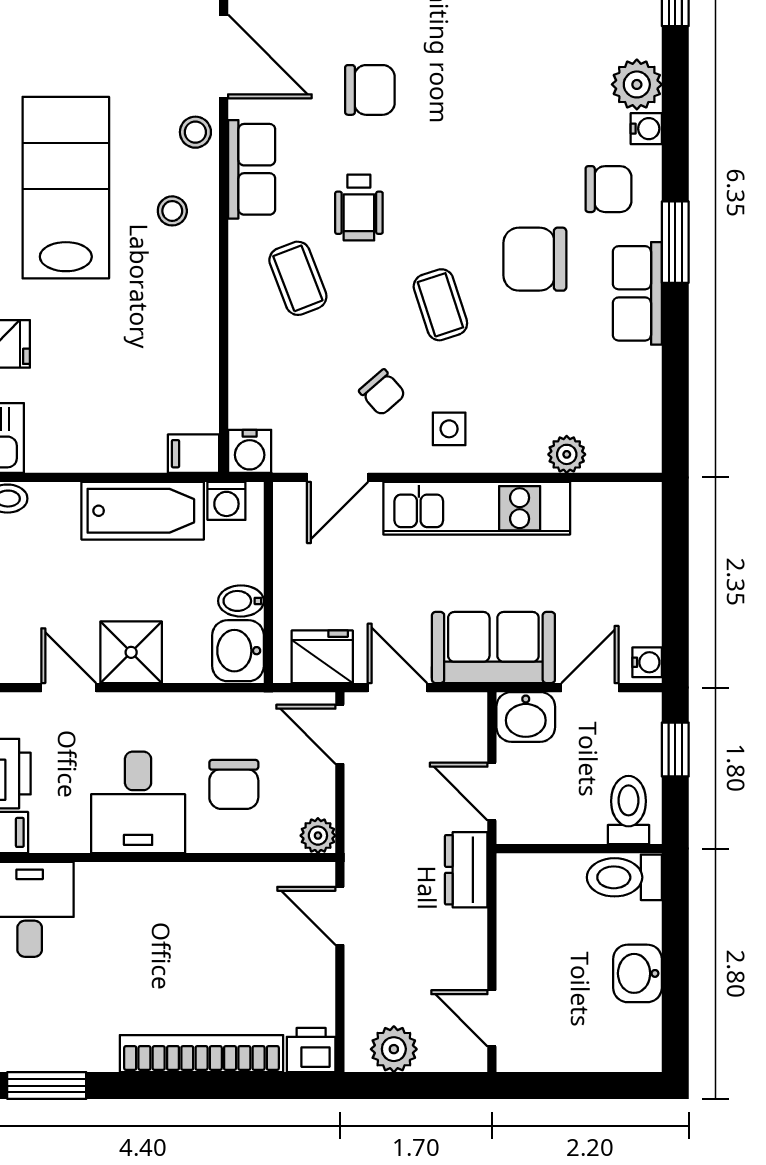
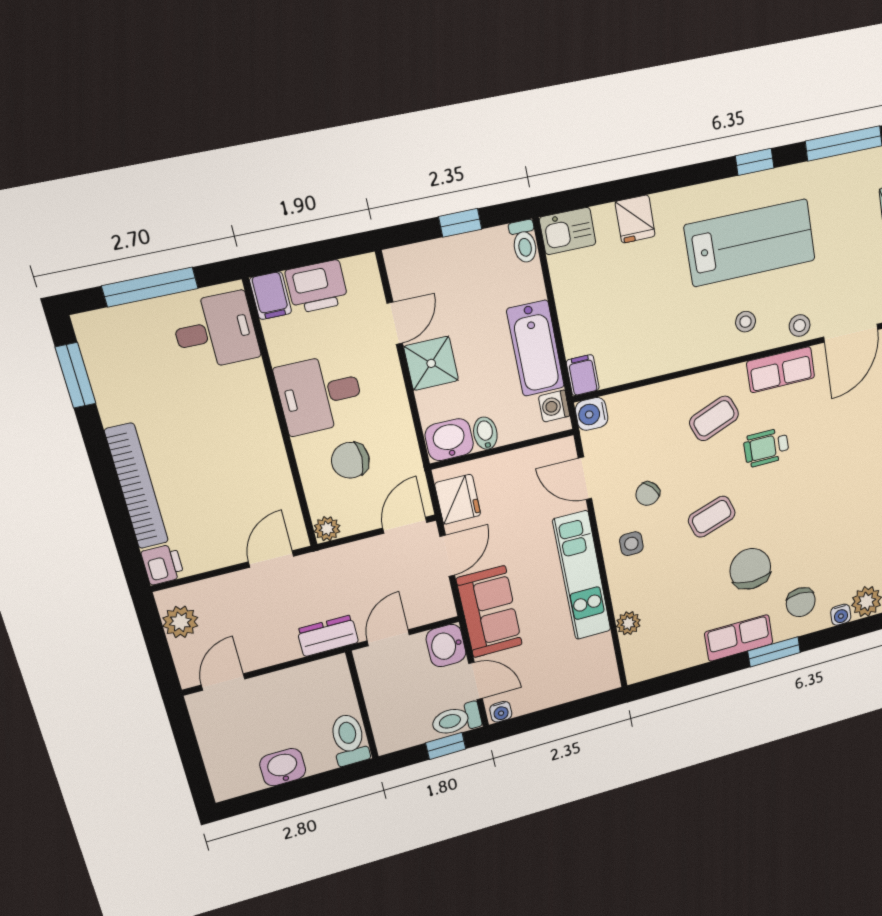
chair: (370, 90) -> (842, 436), removed
toilet: (629, 810) -> (456, 719), moved, turned 180

